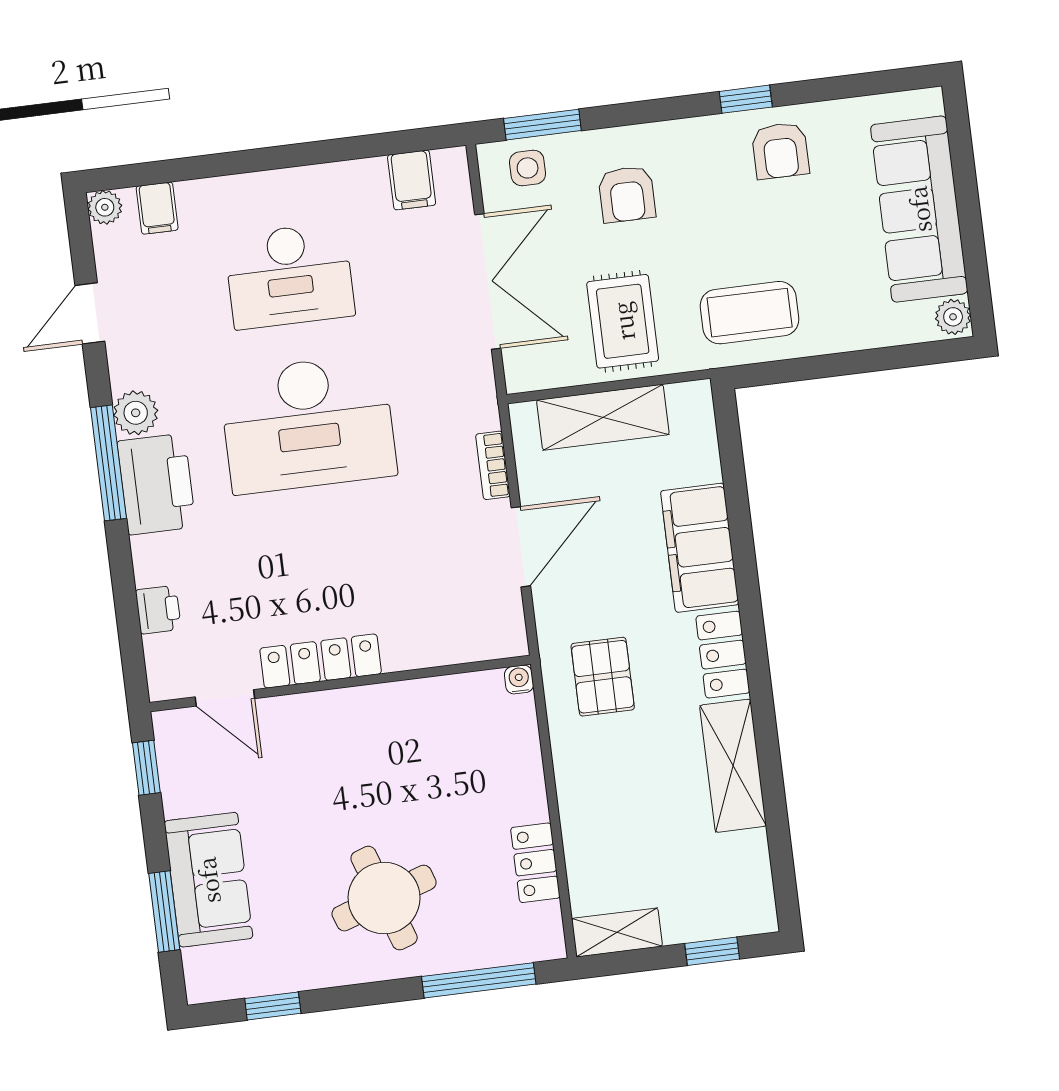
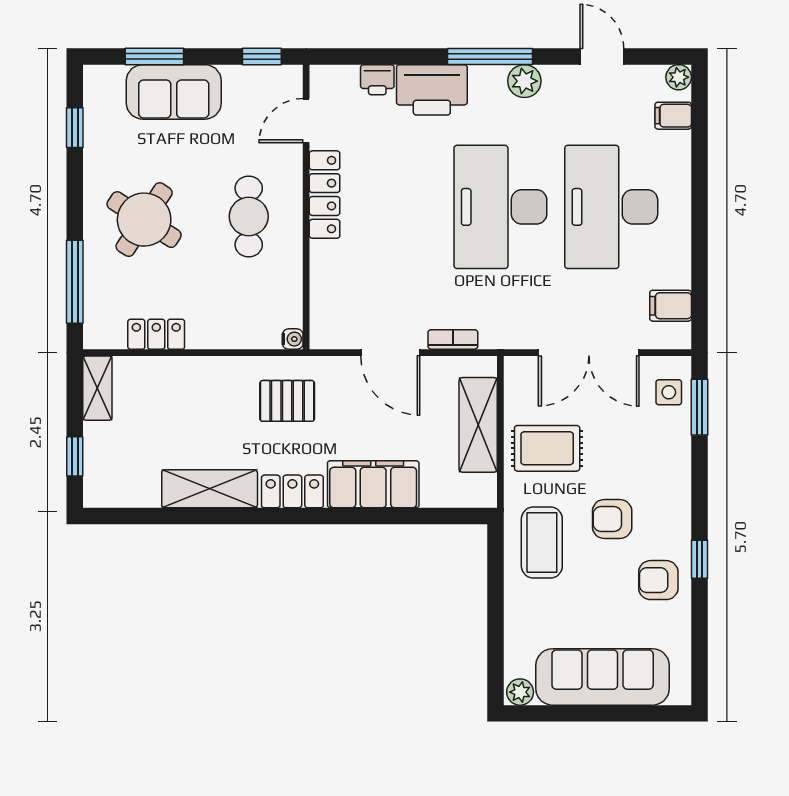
armchair: (627, 194) -> (612, 519), moved
desk: (289, 276) -> (611, 207), width x1.36, depth x1.30
printer: (156, 484) -> (432, 90), moved
cafe table: (363, 759) -> (249, 217), added
round table: (384, 898) -> (144, 220), turned -38

